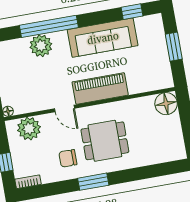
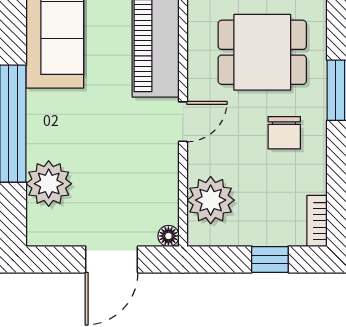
plant: (41, 46) -> (49, 184), moved
dining table: (105, 141) -> (262, 52), turned 90

